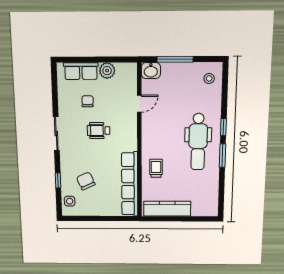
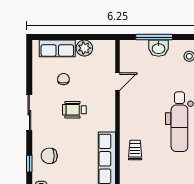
washbasin: (151, 71) -> (159, 48), moved
chair: (86, 181) -> (49, 156), moved, turned -66

